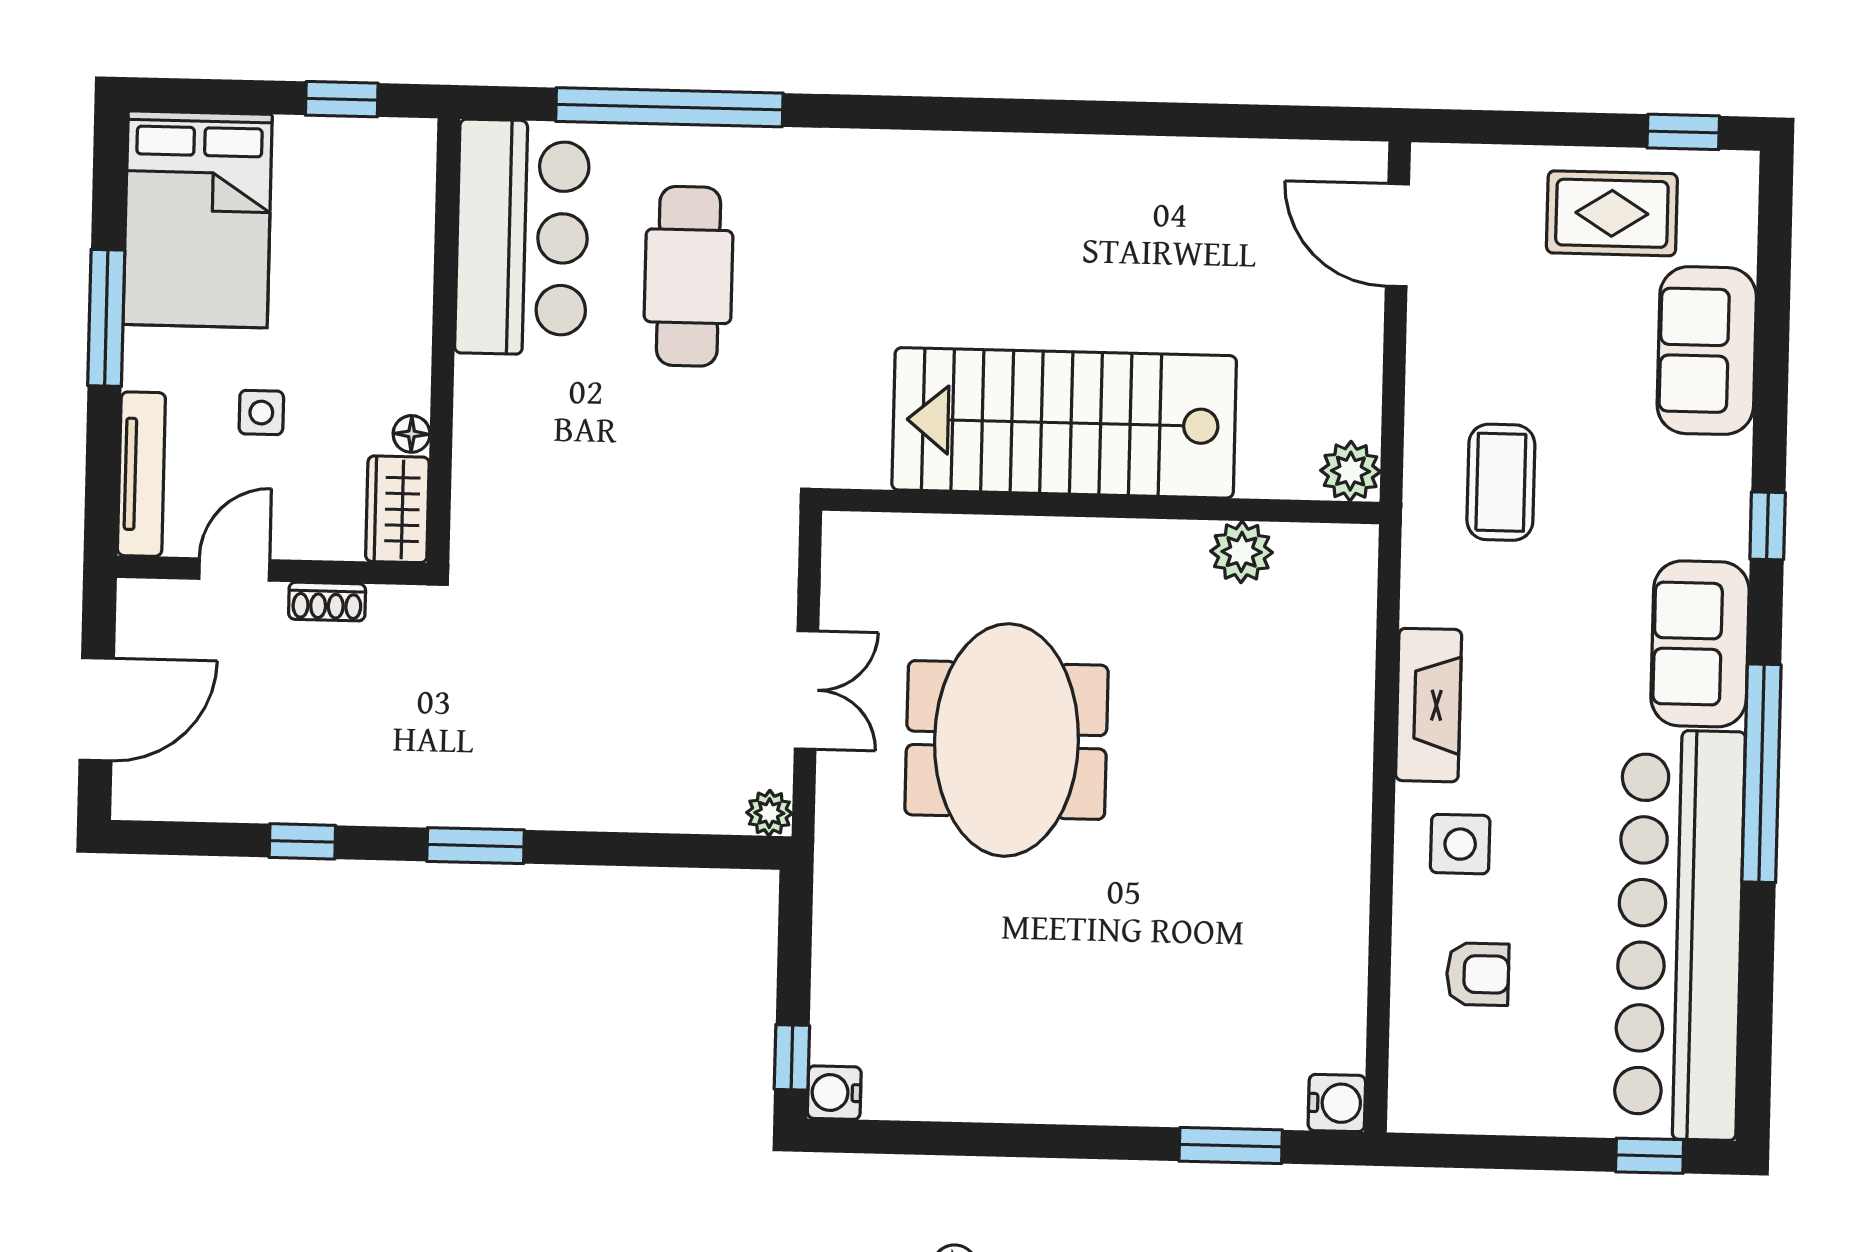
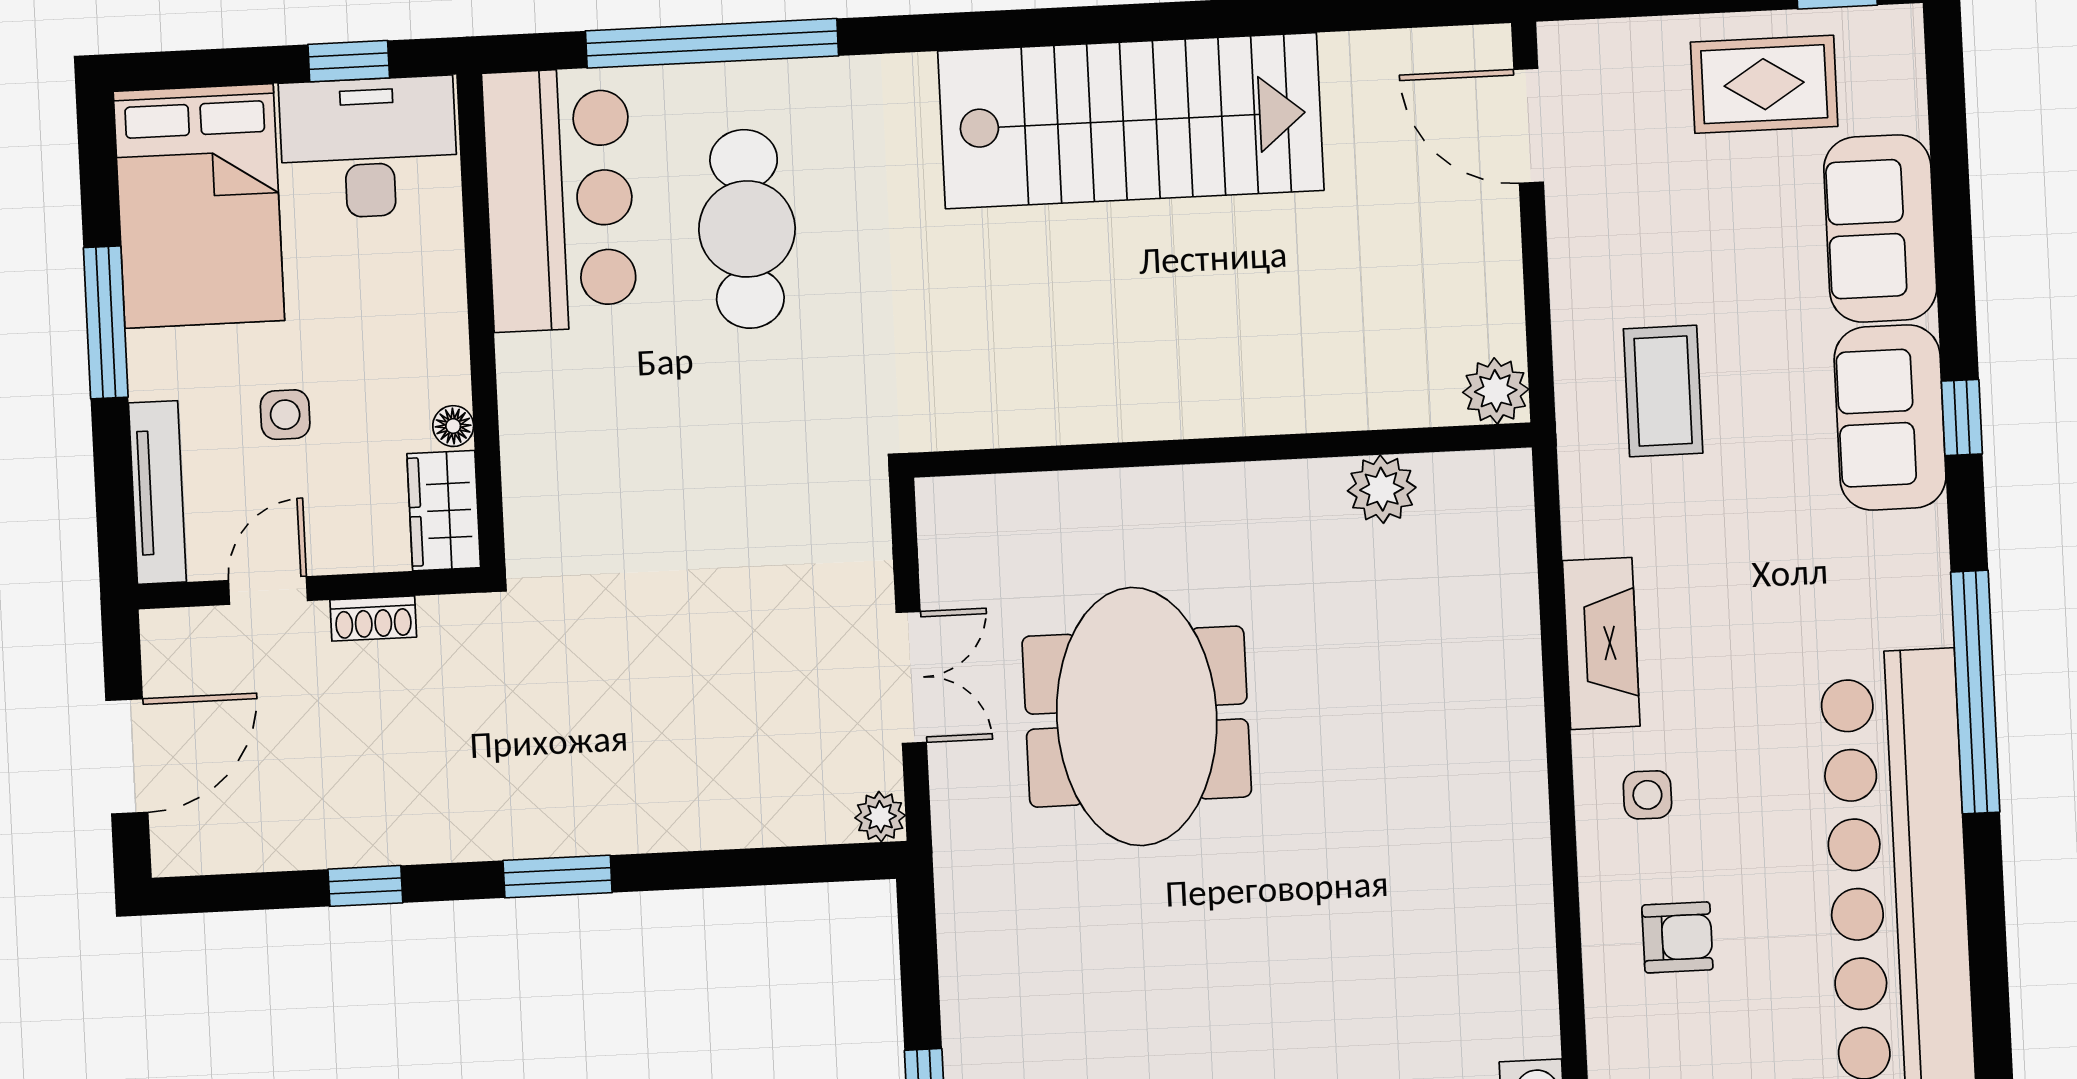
desk: (354, 178) -> (369, 148), added
stairs: (1064, 423) -> (1131, 121), moved, turned 180
sofa: (1700, 644) -> (1890, 417), moved
side table: (1460, 844) -> (1647, 795), width x0.73, depth x0.73

